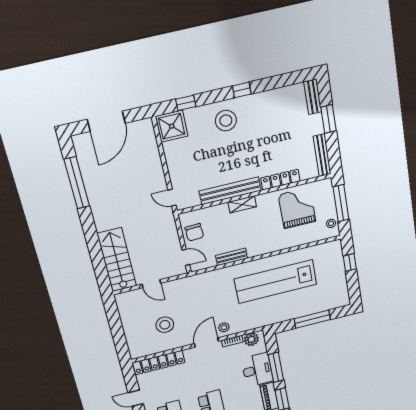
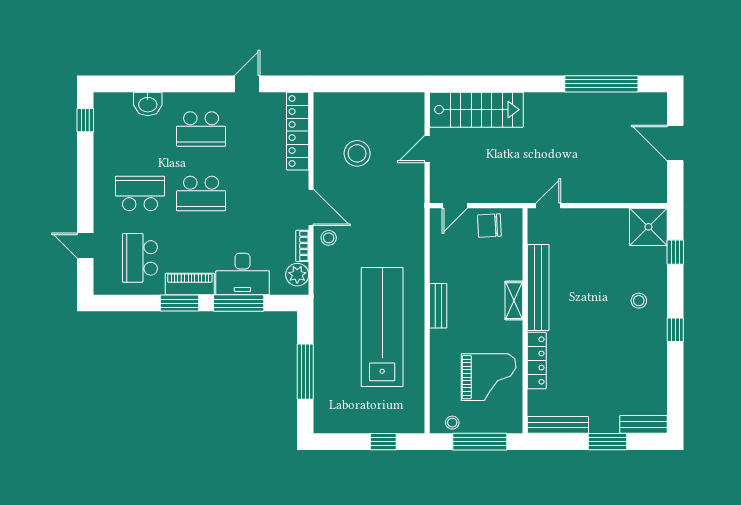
door: (106, 121) -> (675, 143), width x0.73
stool: (226, 121) -> (639, 301), width x0.53, depth x0.53
bench: (232, 257) -> (438, 306), moved

